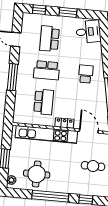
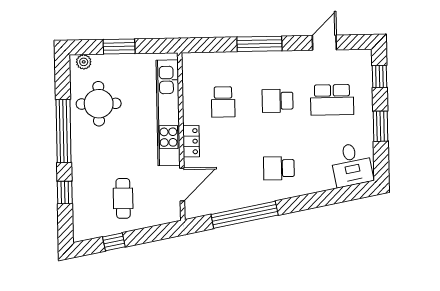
school desk: (50, 39) -> (332, 100), turned 180
school desk: (47, 70) -> (278, 101), width x0.54
school desk: (86, 74) -> (279, 168), turned 180
school desk: (44, 102) -> (223, 102), width x0.54

